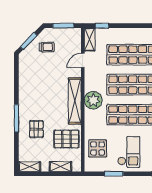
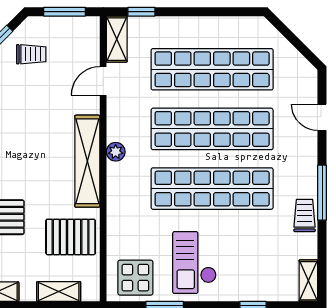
plant: (93, 100) -> (116, 152), width x0.53, depth x0.53
display table: (98, 148) -> (135, 278), moved
checkout: (129, 152) -> (194, 263), turned 180

